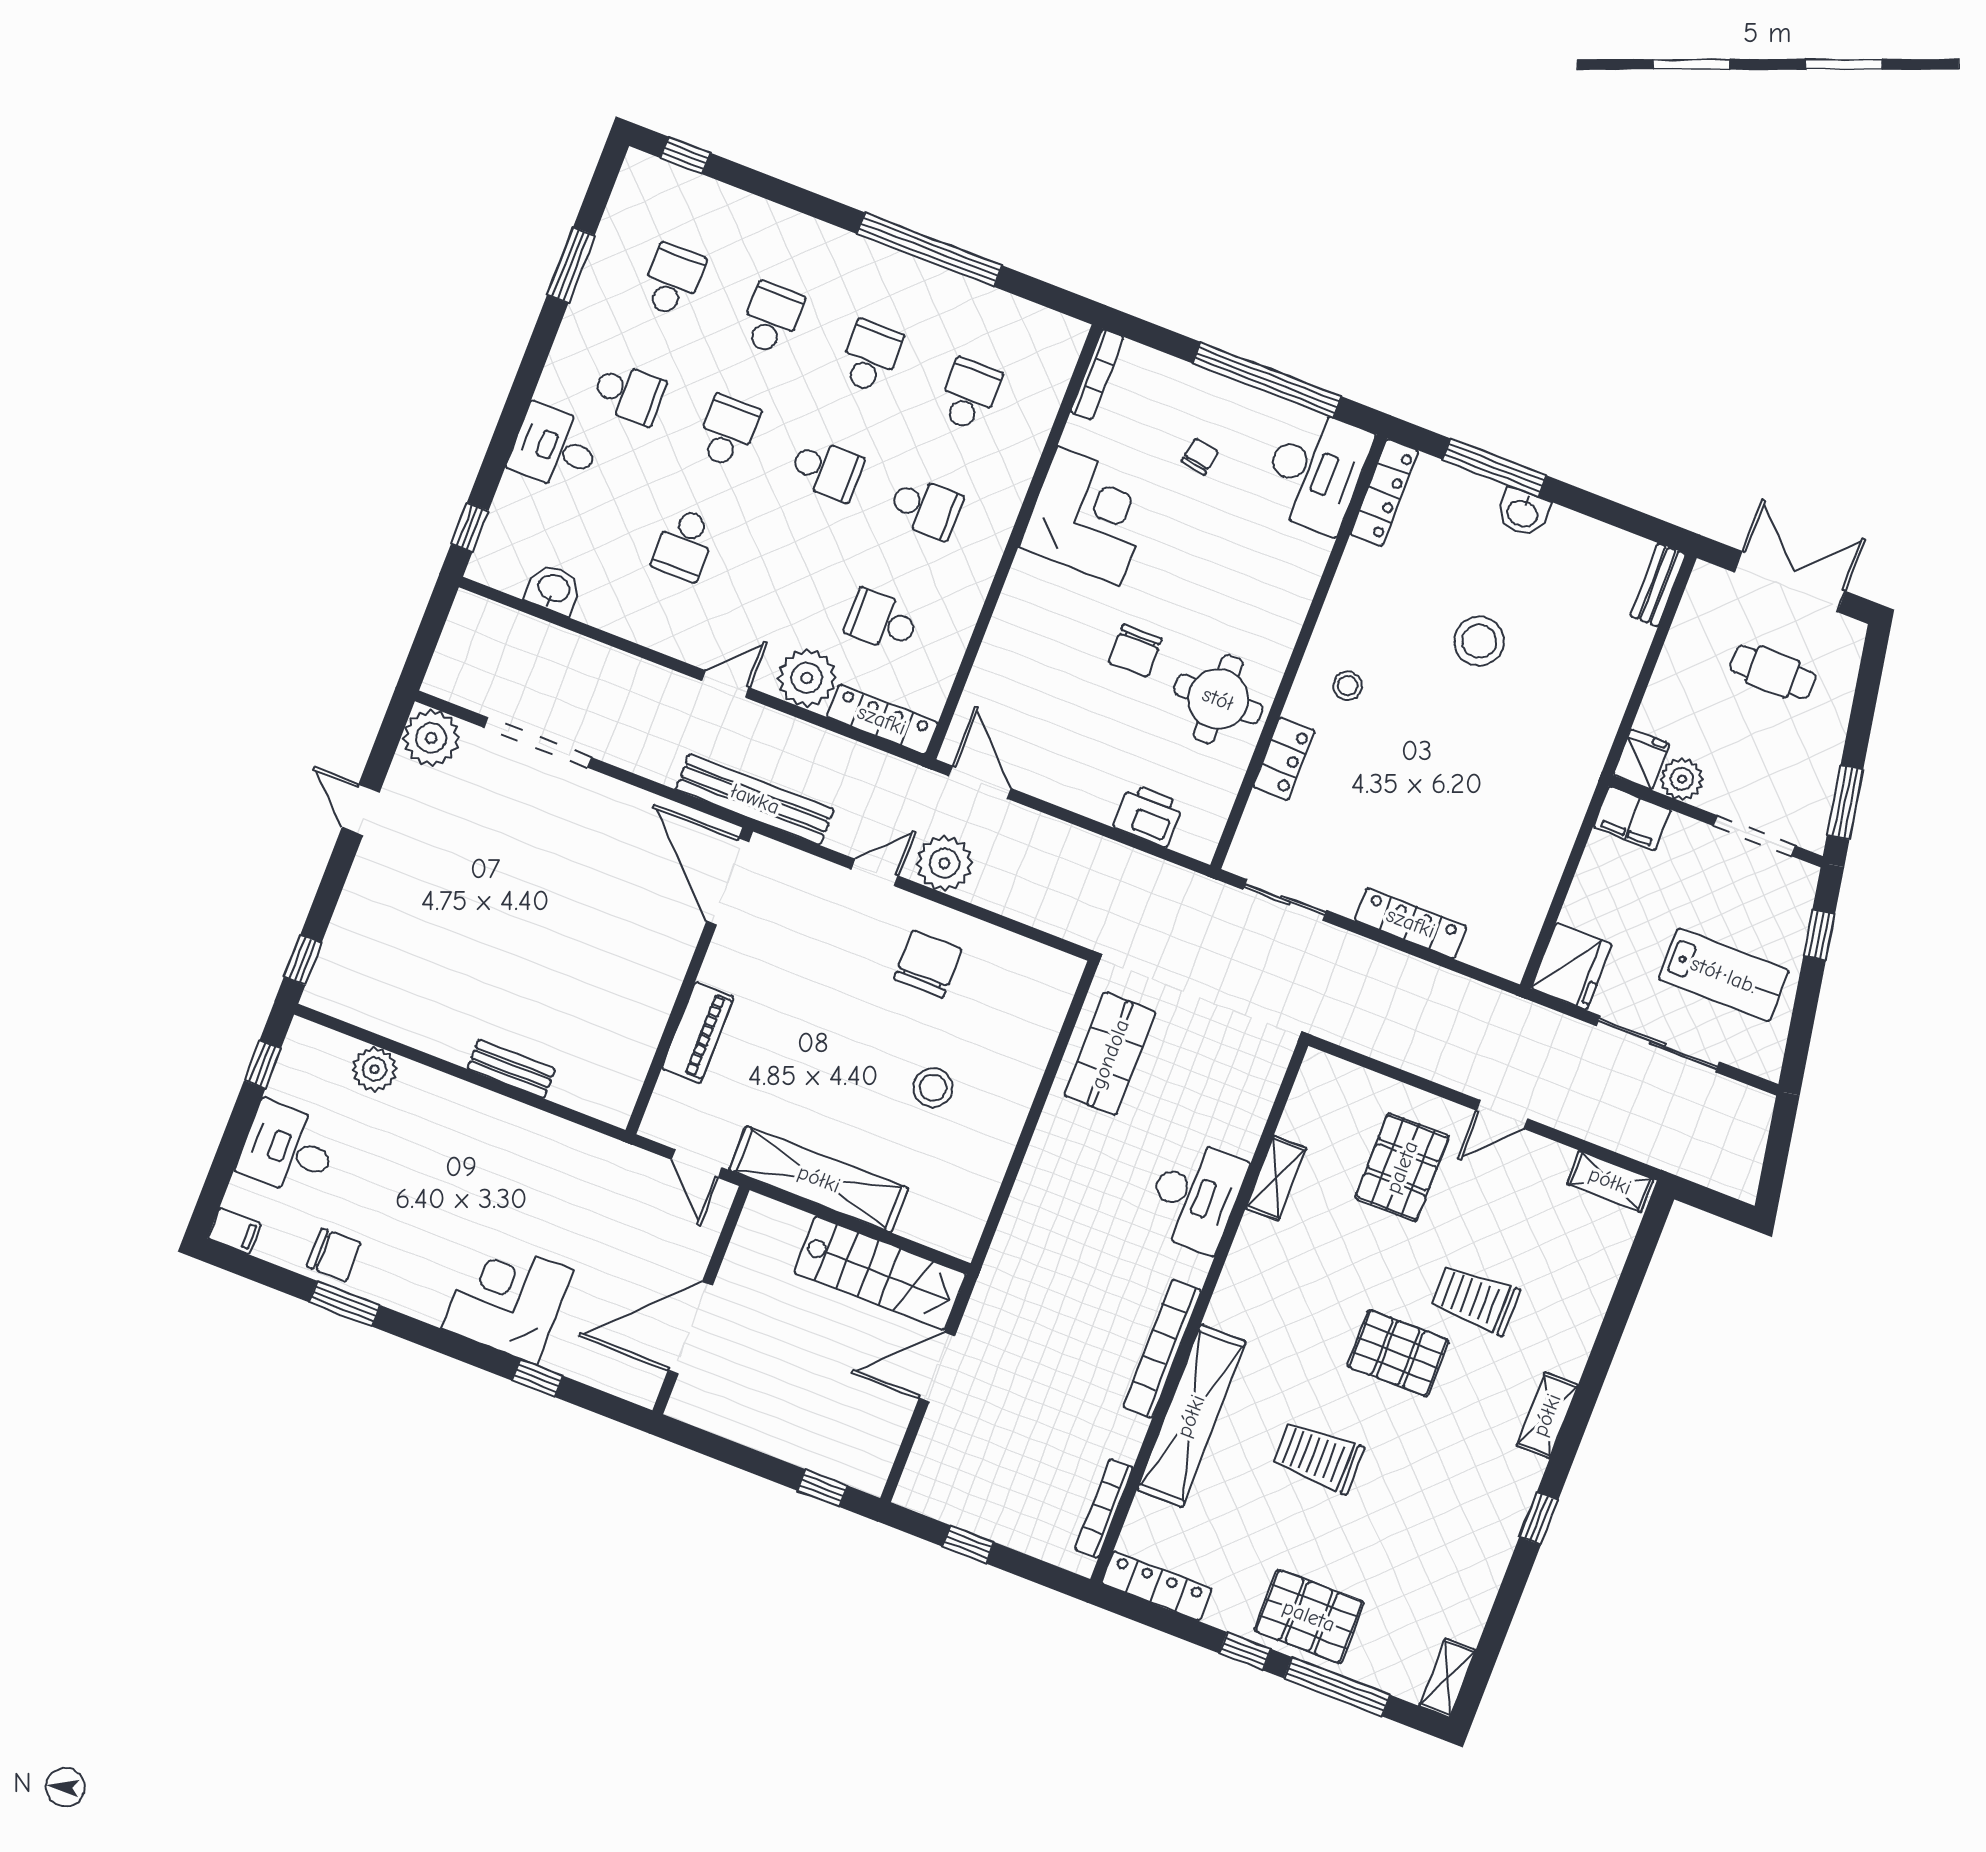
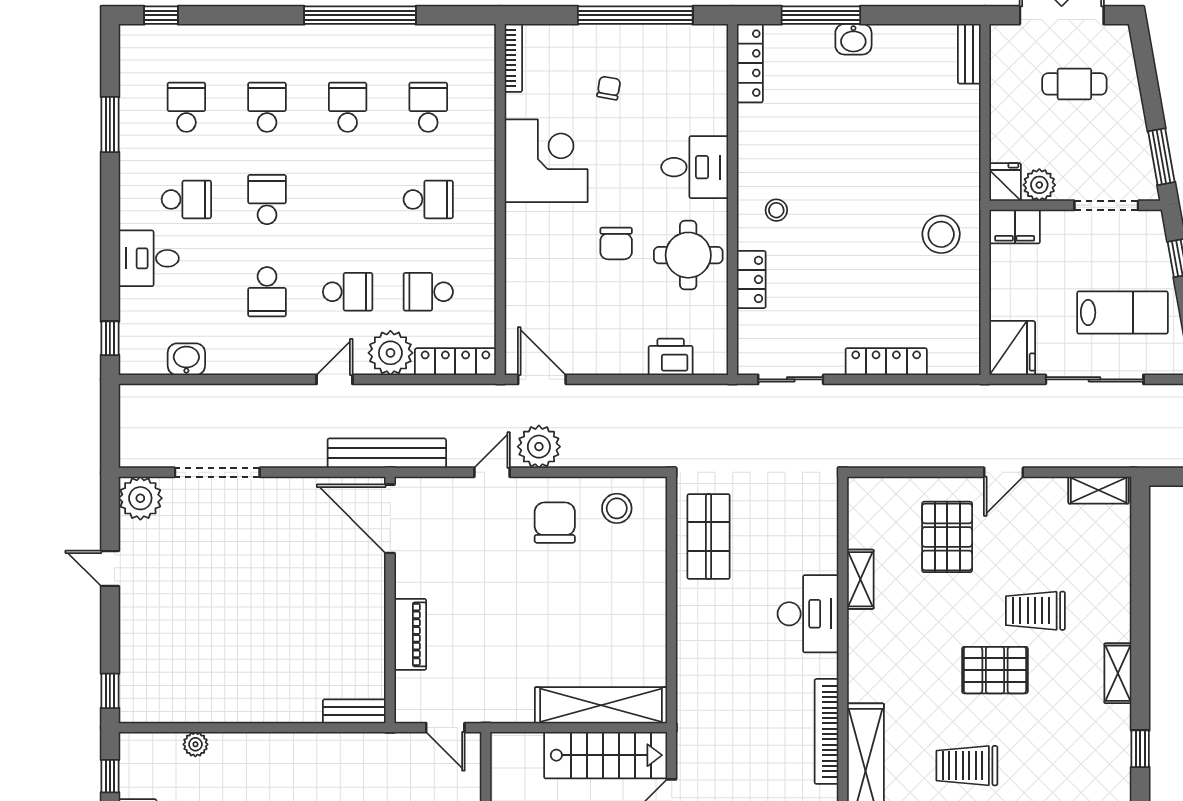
school desk: (827, 470) -> (348, 292), moved
desk: (1315, 471) -> (695, 167), moved, width x0.73
stool: (1479, 641) -> (941, 234), moved
plant: (375, 1069) -> (195, 744), width x0.73, depth x0.73
bench: (511, 1069) -> (354, 711), moved
stool: (933, 1088) -> (617, 508), moved
shelving: (819, 1179) -> (601, 705), moved

